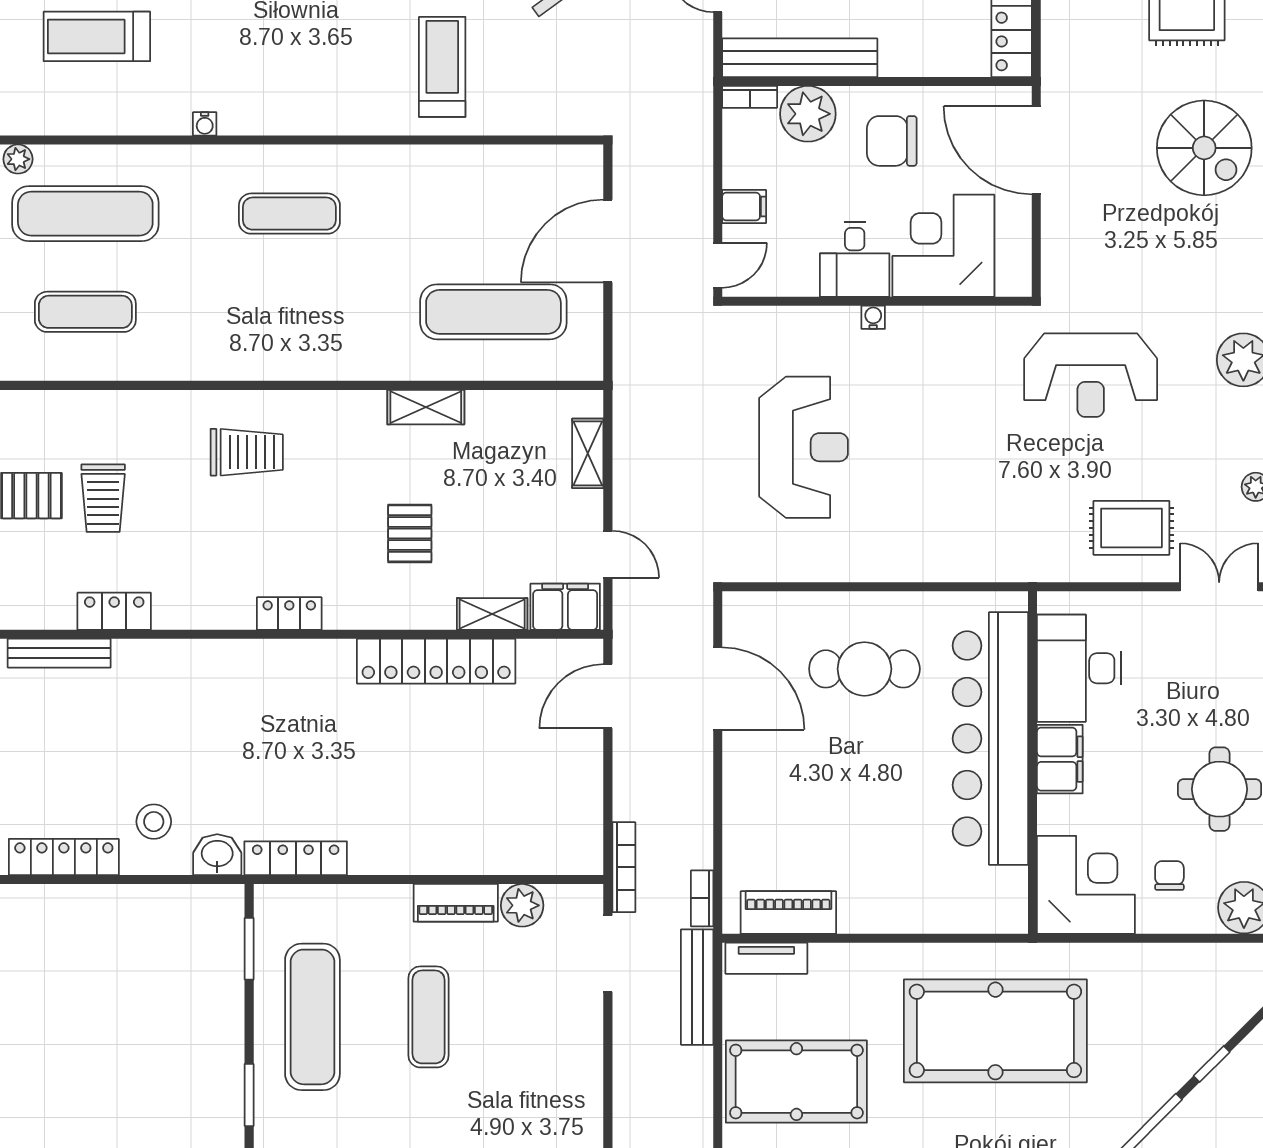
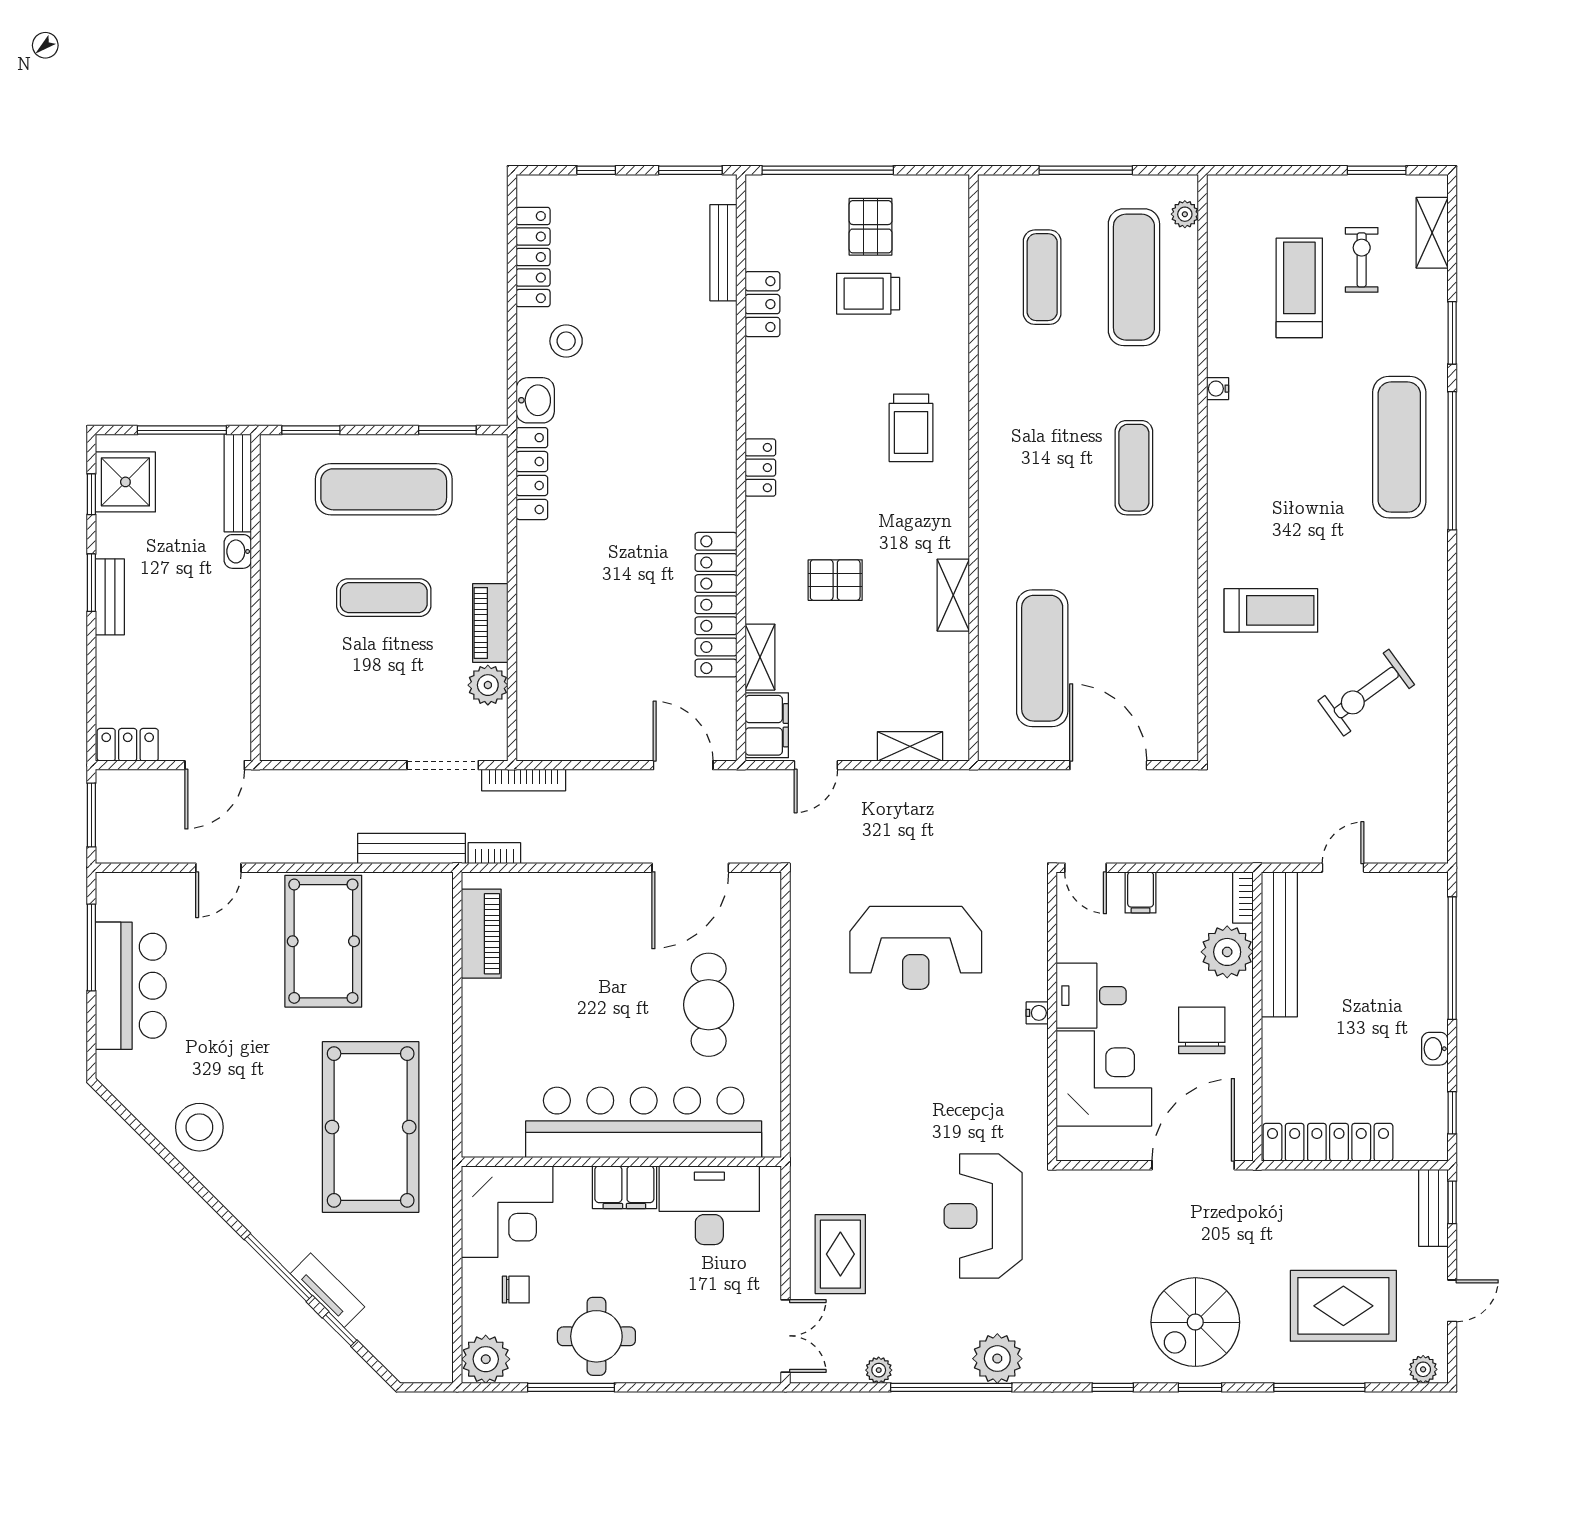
tv unit: (766, 958) -> (327, 1290), moved, turned 135

